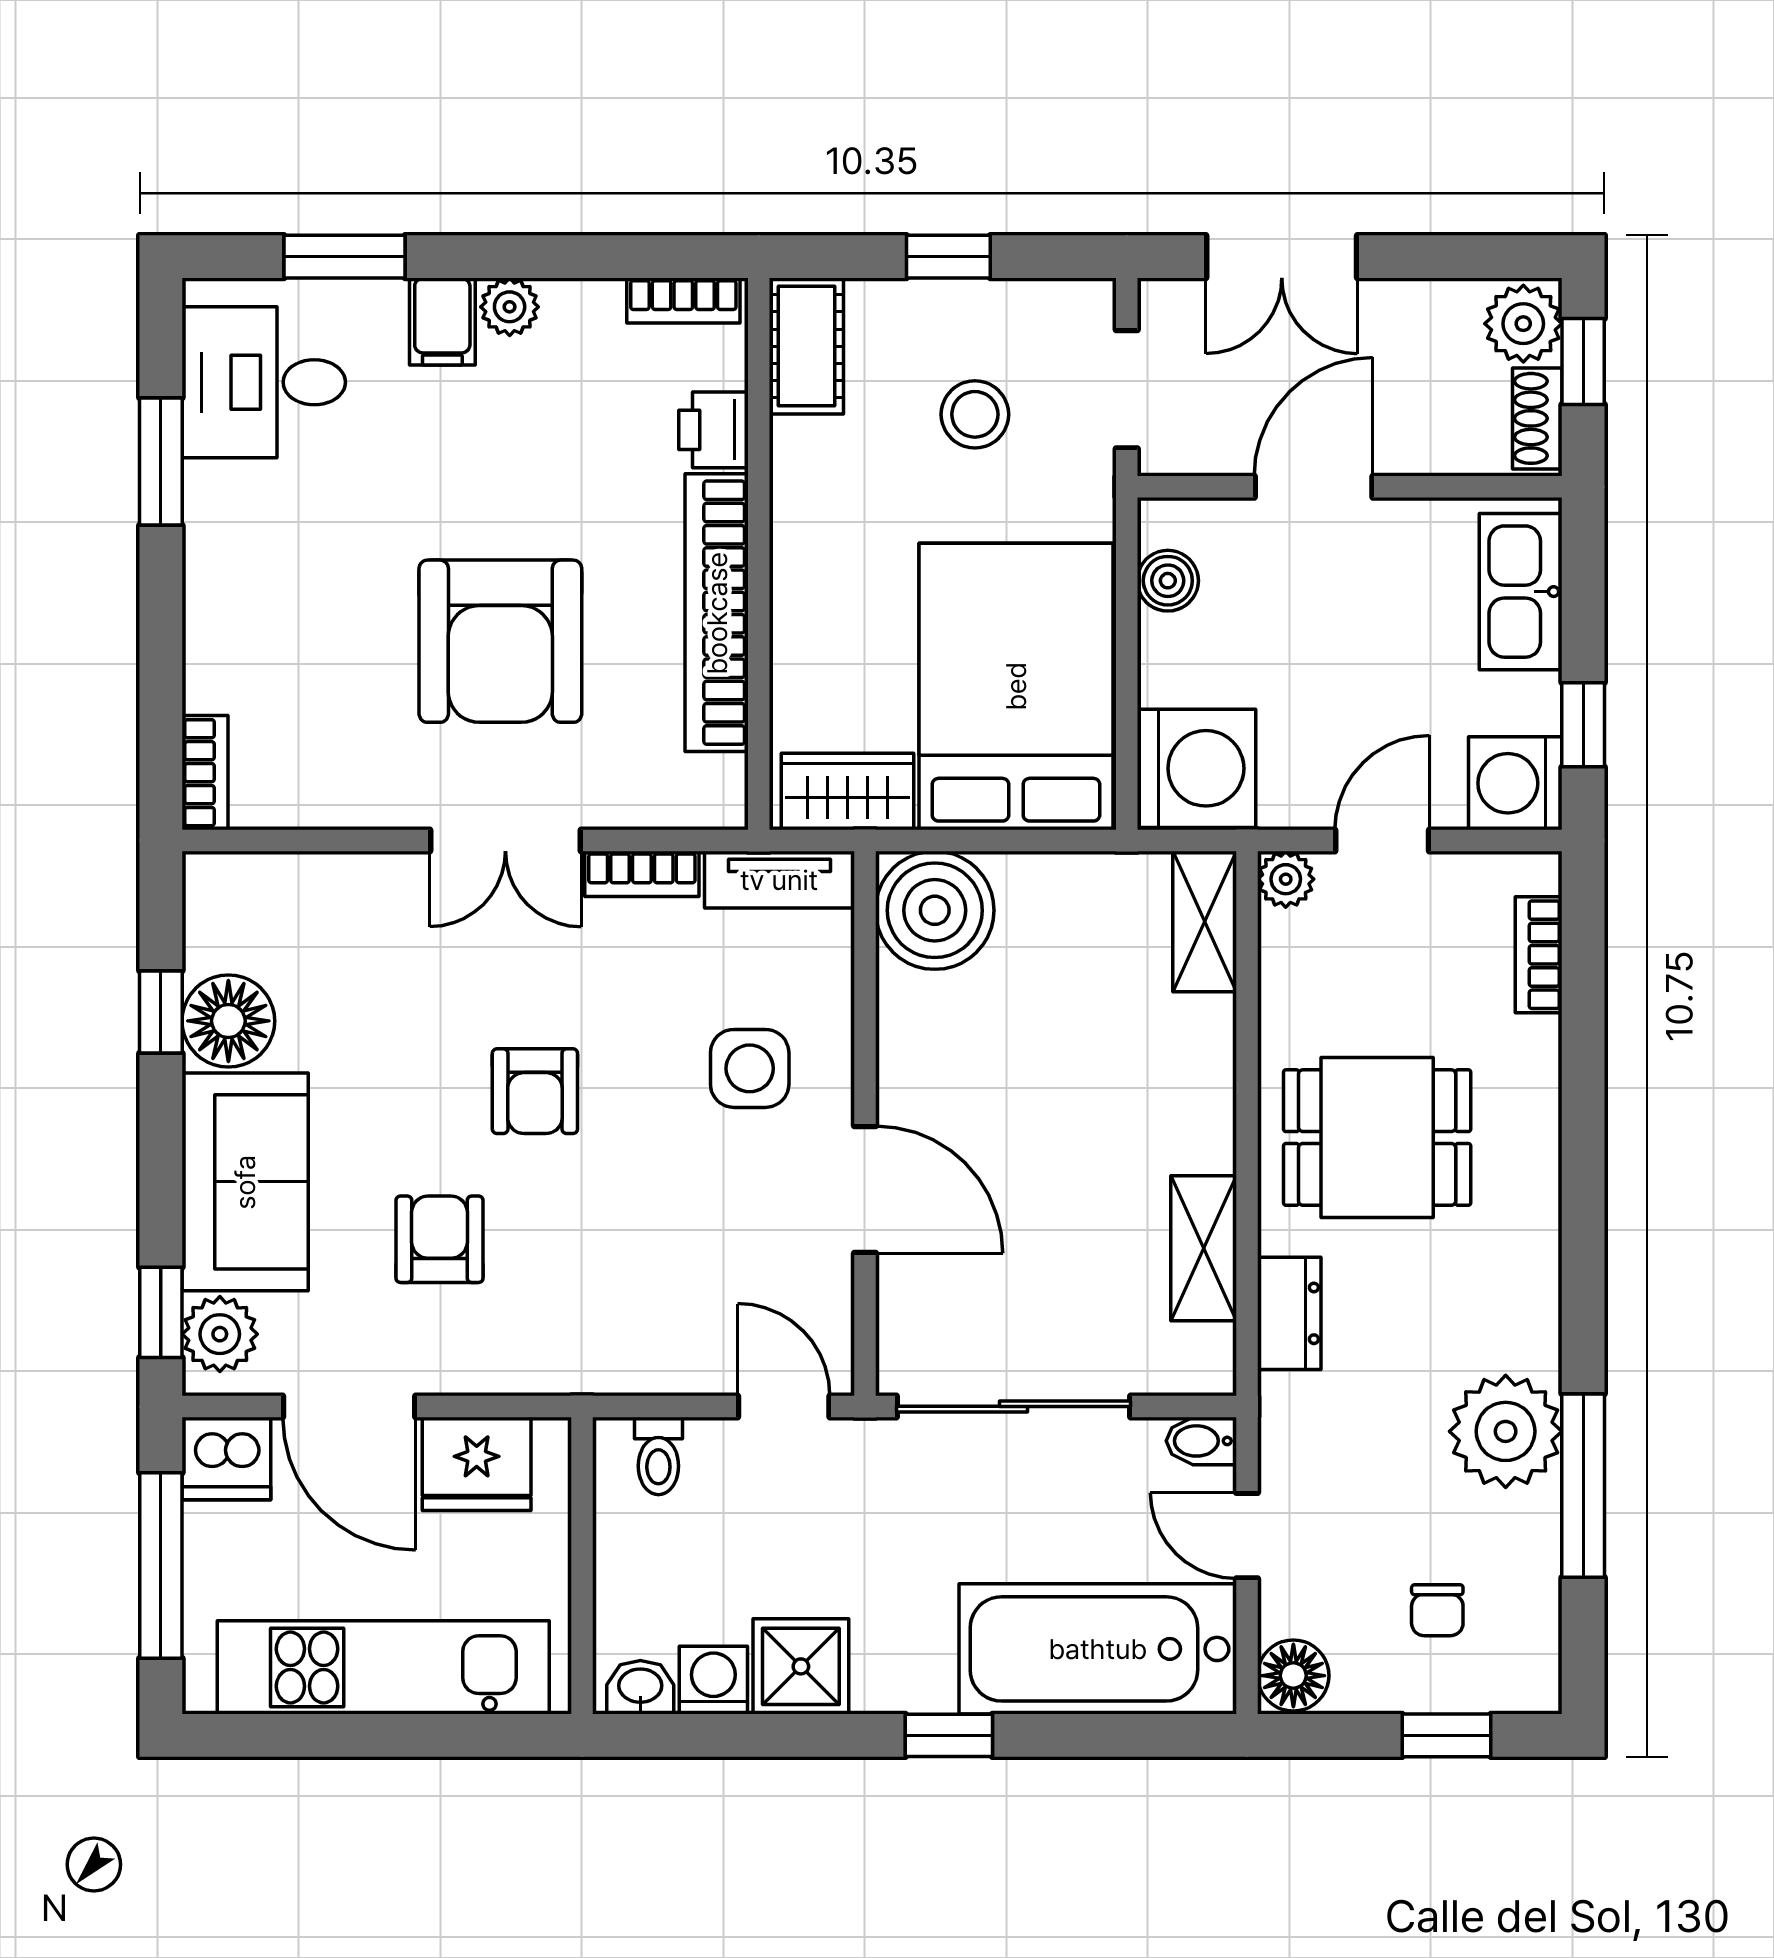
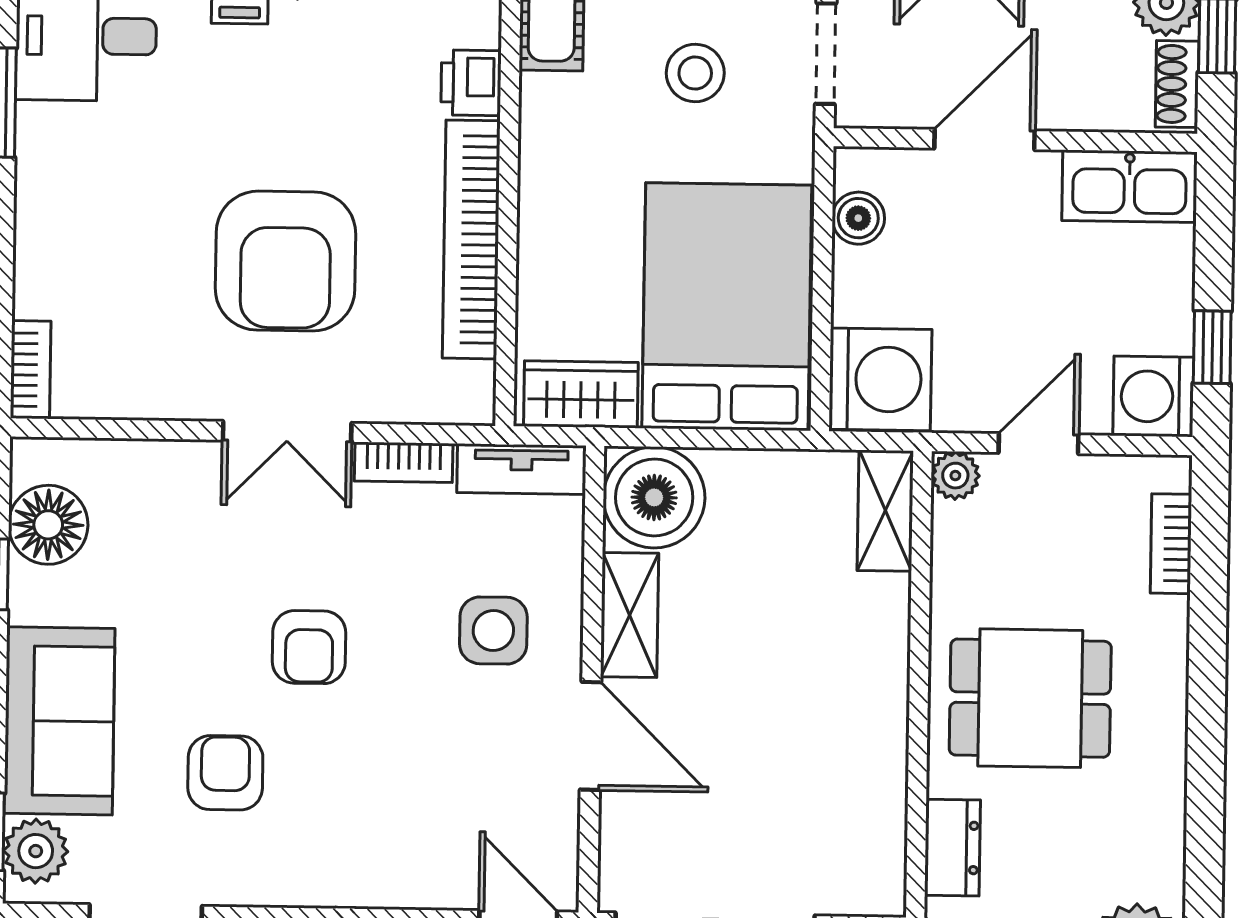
kitchen sink: (1521, 592) -> (1129, 186), moved, turned -90
floor lamp: (228, 1021) -> (48, 525), moved
shelving: (1204, 1248) -> (630, 615), moved

